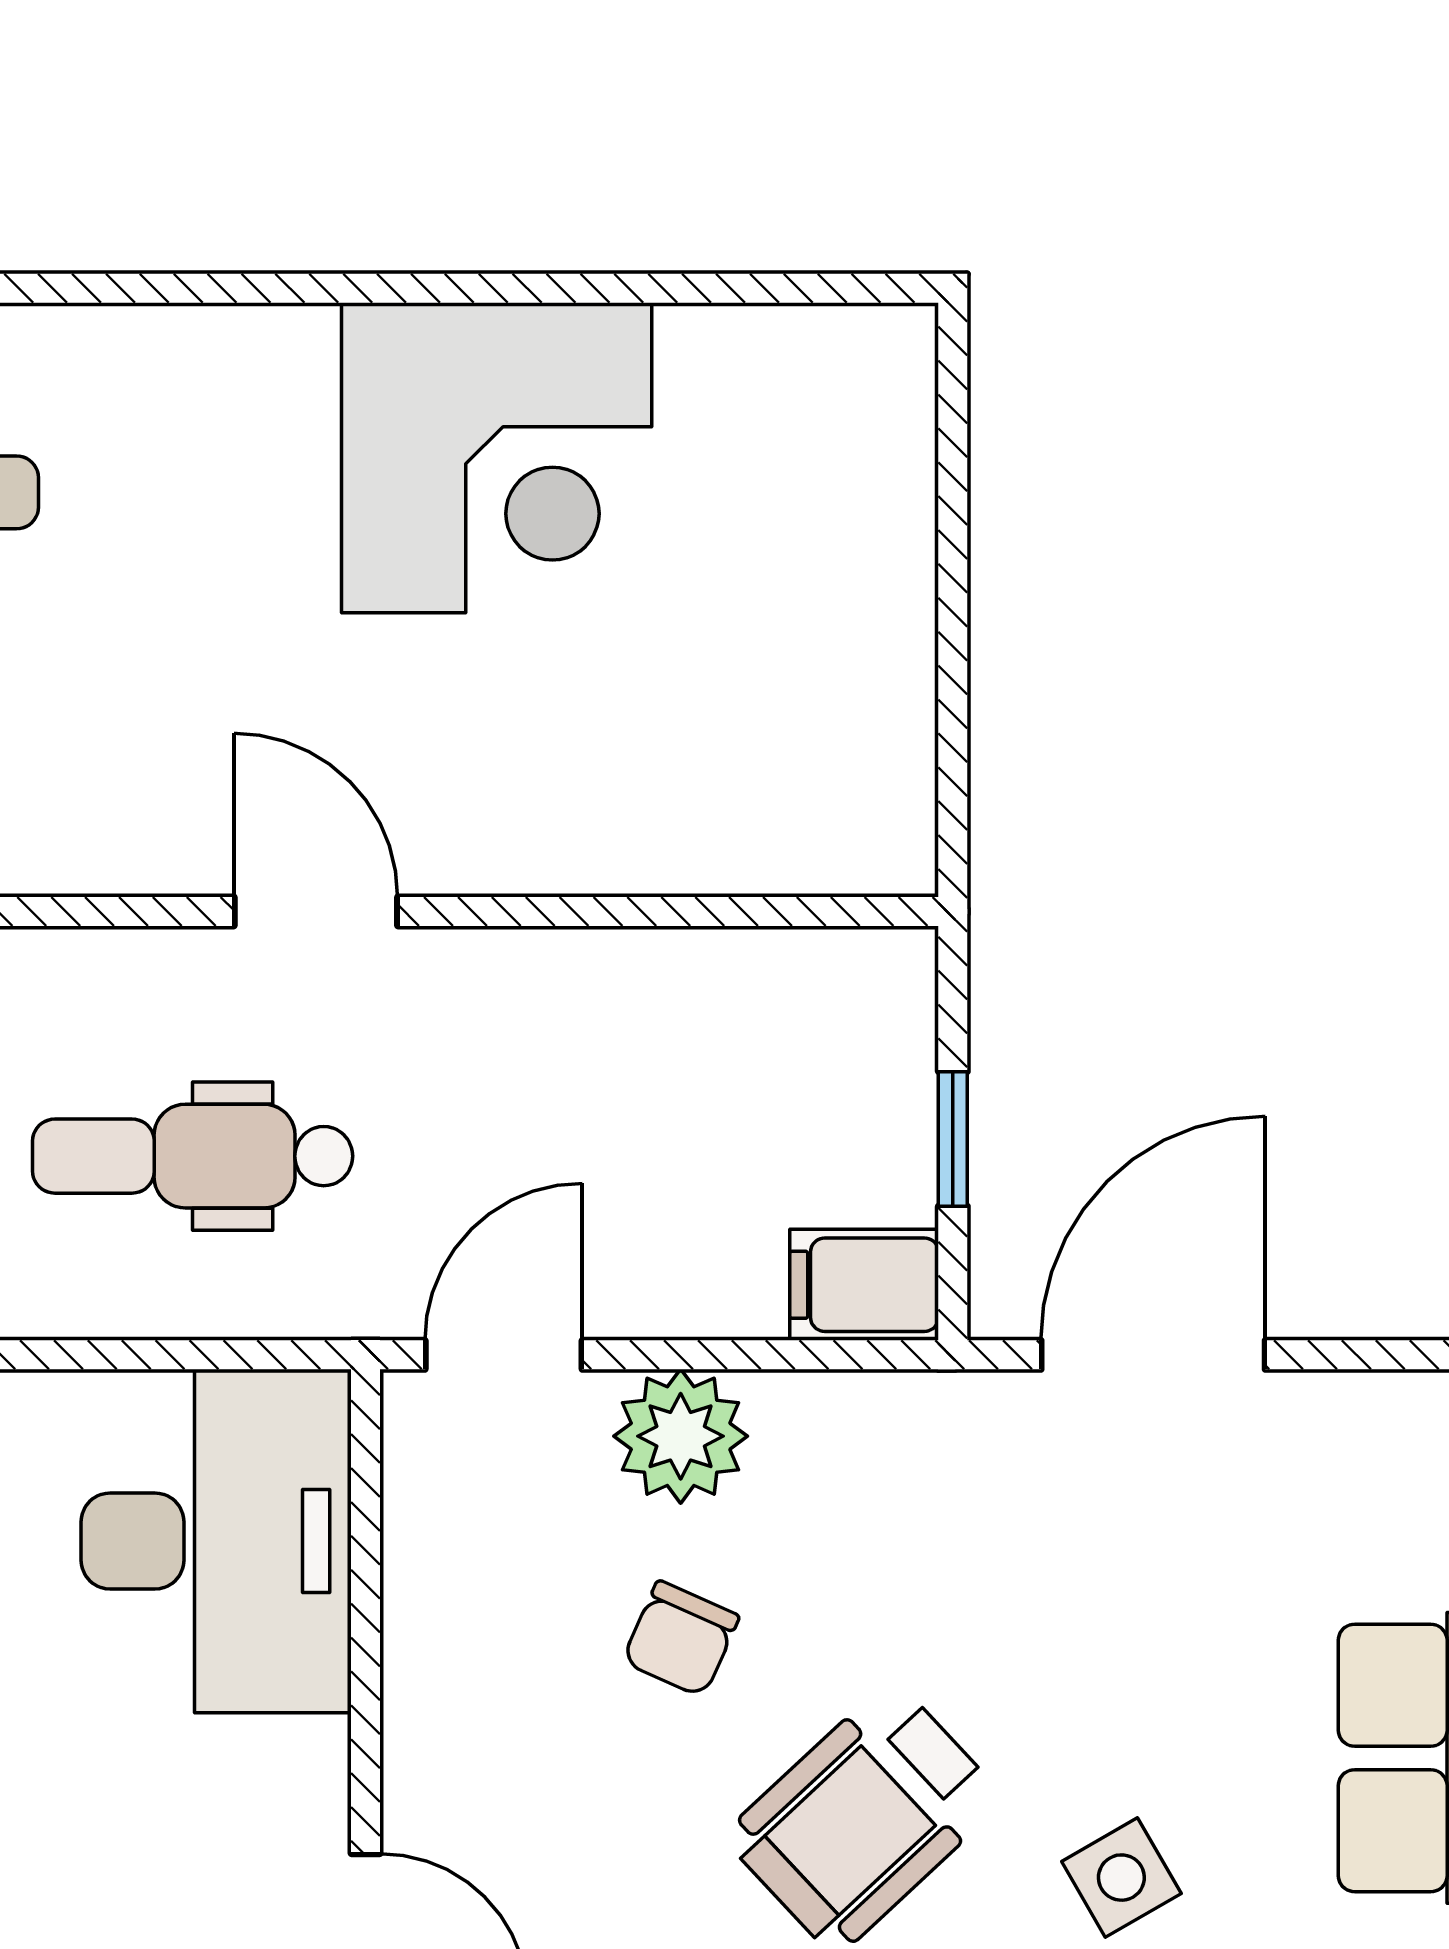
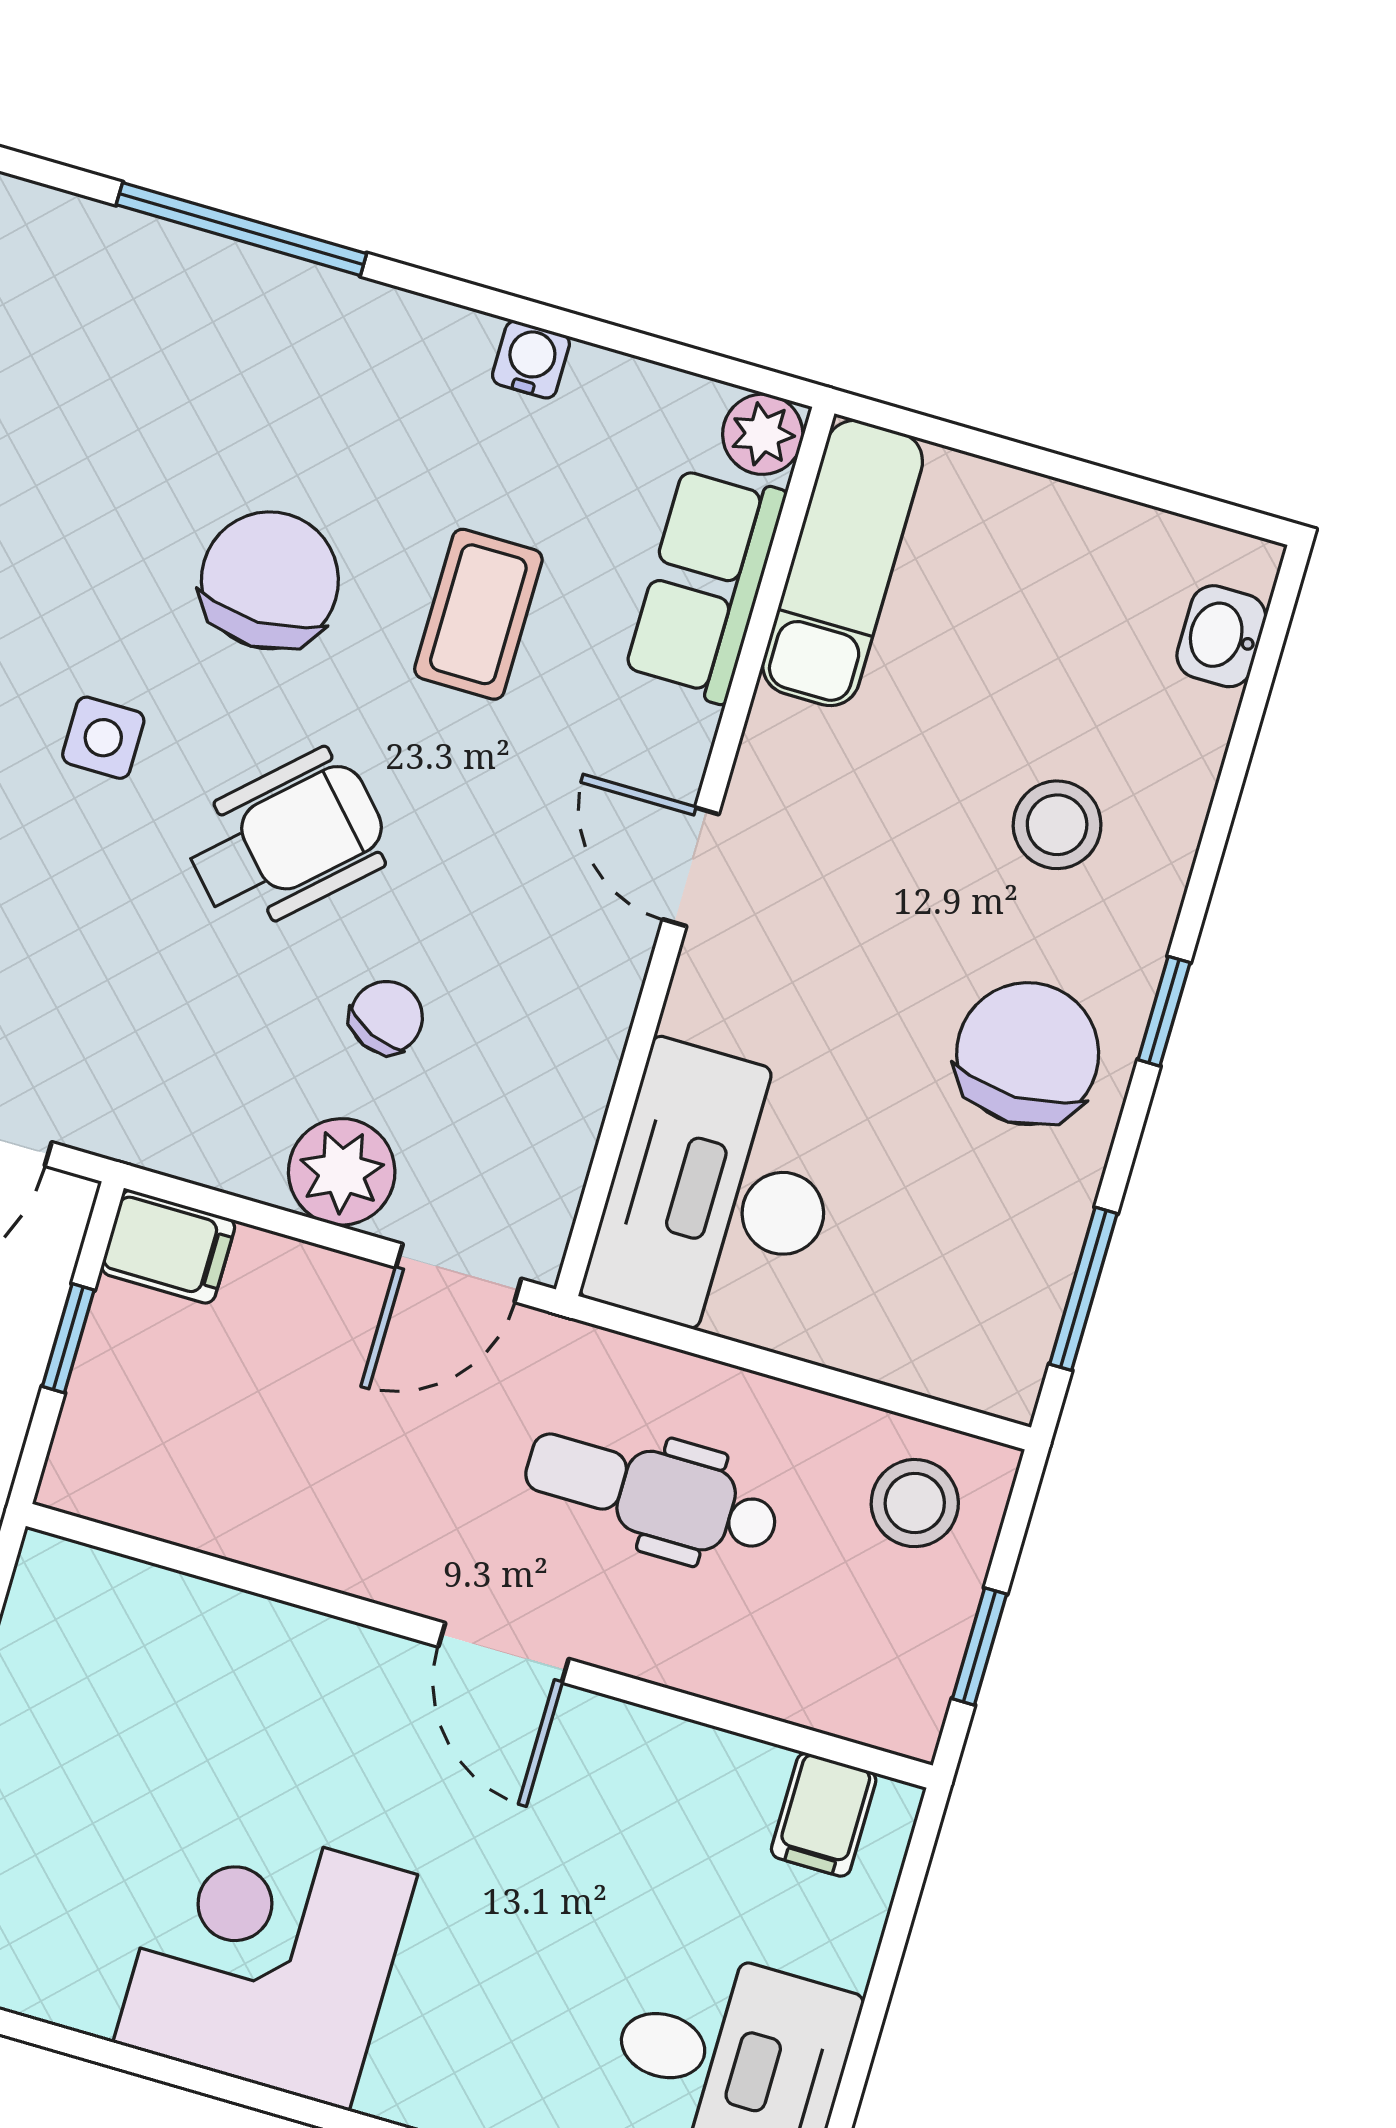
dental chair: (193, 1156) -> (652, 1494), turned 180
side table: (1121, 1878) -> (103, 738), turned 30

